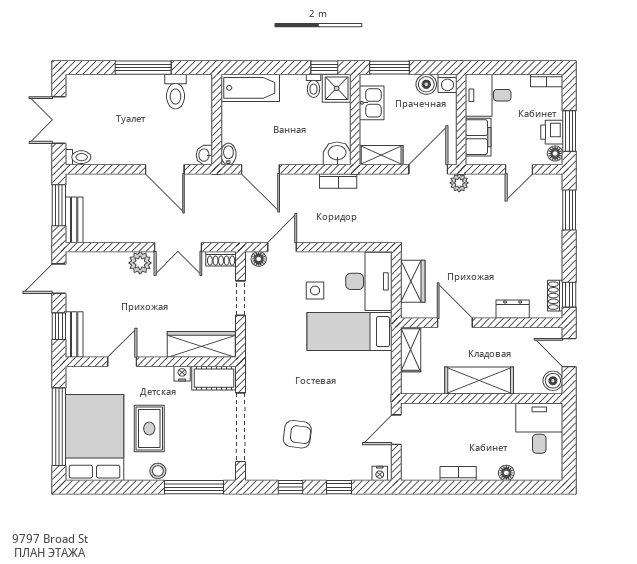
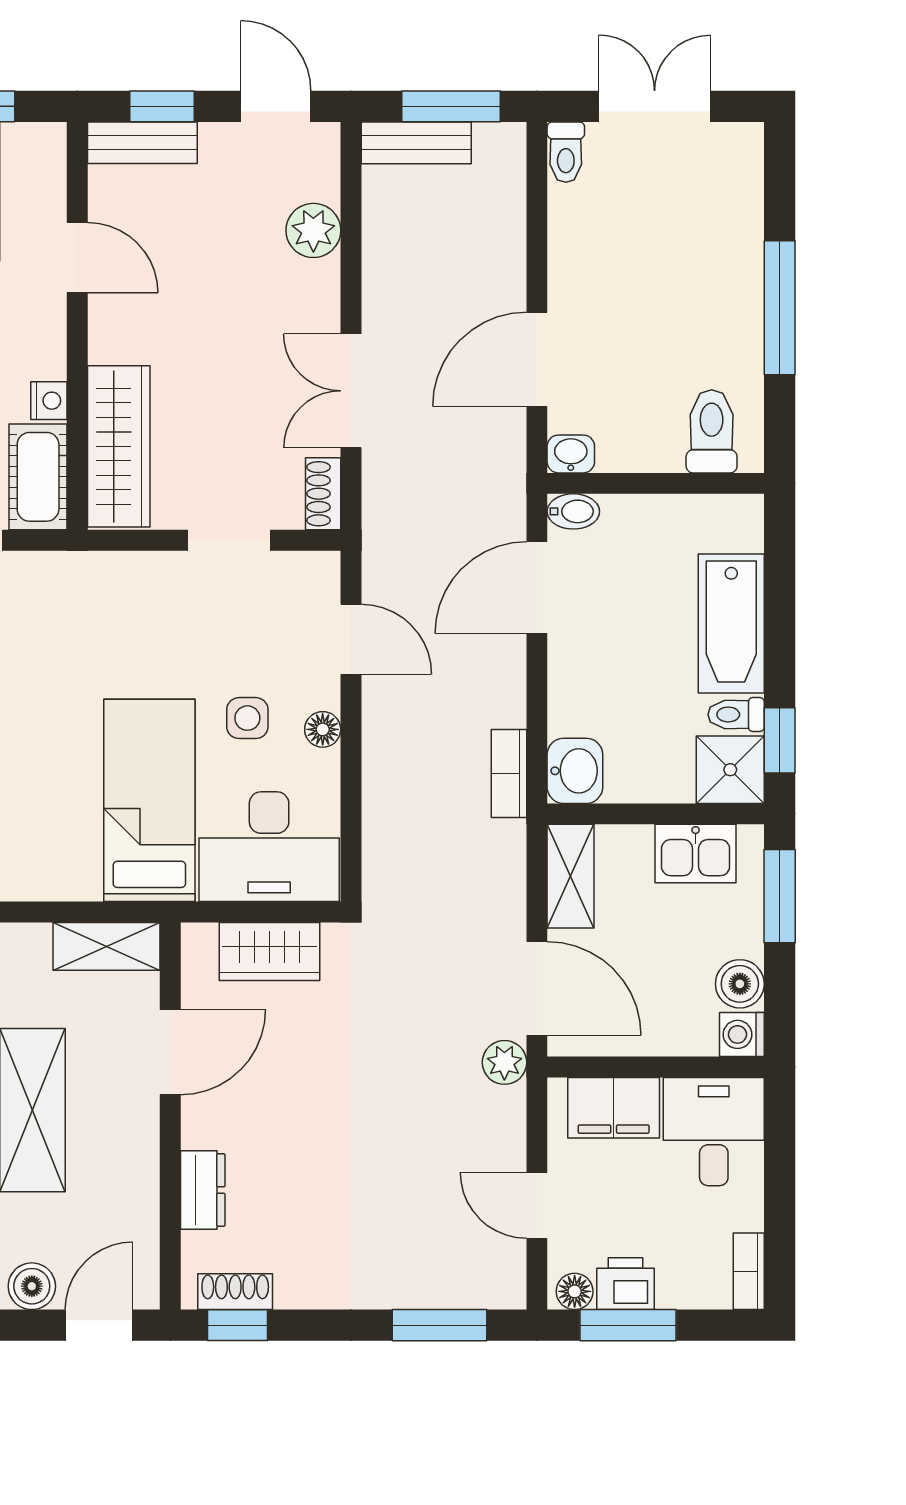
bathtub: (250, 88) -> (731, 623), moved
toilet: (176, 92) -> (712, 431), moved, turned 90
floor lamp: (259, 259) -> (323, 729), moved
plant: (140, 263) -> (313, 230), moved

